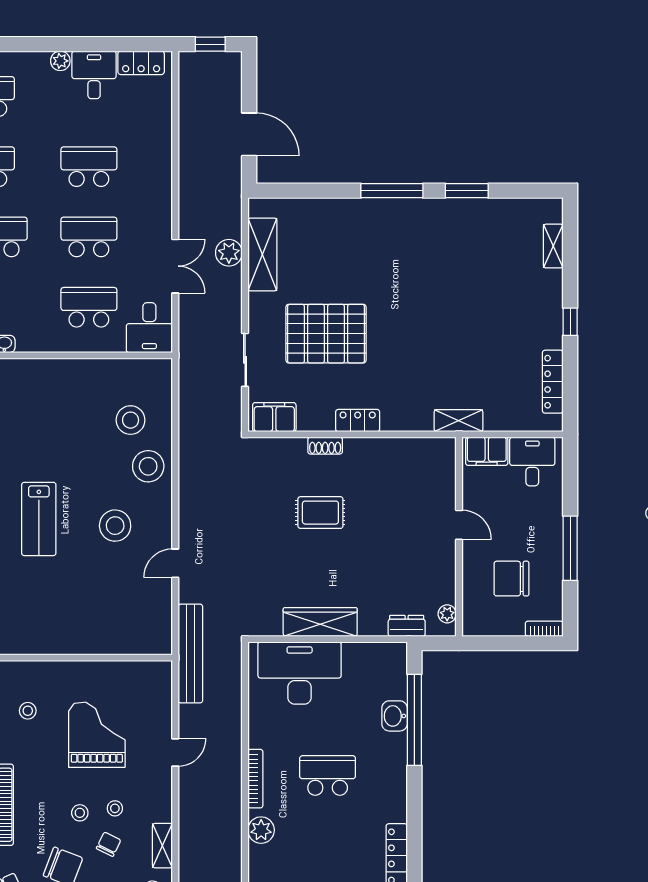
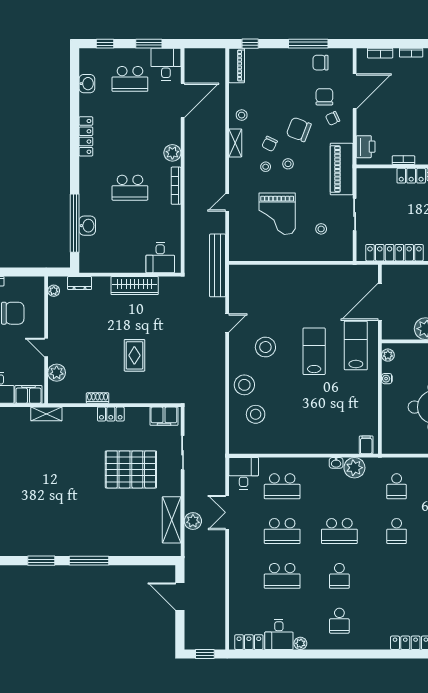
shoe rack: (325, 446) -> (98, 398), moved
plant: (443, 485) -> (57, 373), added
rug: (320, 513) -> (134, 355), turned 90
desk: (300, 673) -> (160, 258), width x0.53, depth x0.77

